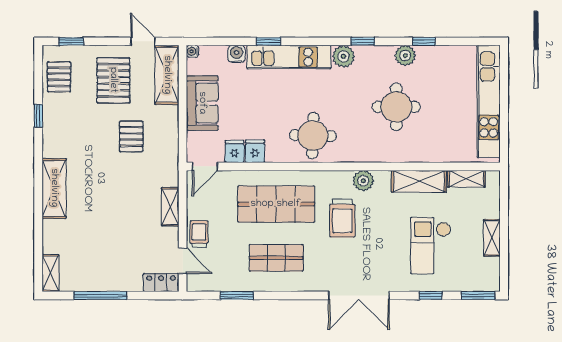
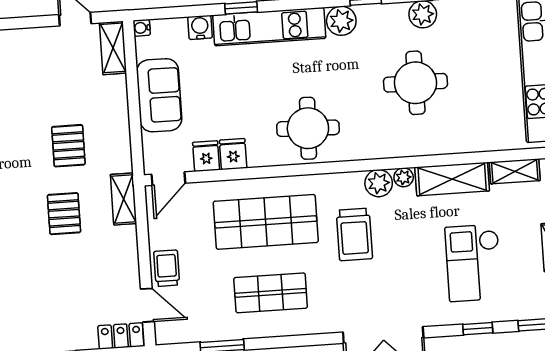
shelving: (167, 75) -> (113, 48), width x0.67, depth x0.75
pallet: (113, 80) -> (64, 214), moved, width x0.67, depth x0.71
plant: (382, 178) -> (404, 177), added
shelving: (170, 207) -> (124, 199), moved

